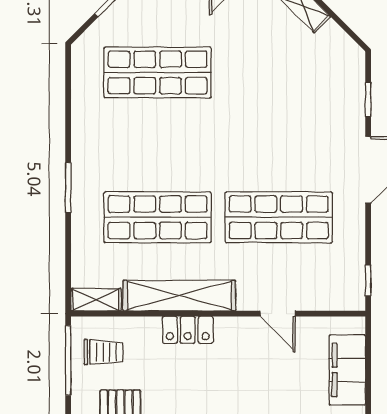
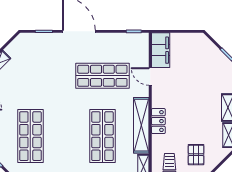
shop shelf: (279, 217) -> (102, 76), turned 90
door: (278, 314) -> (150, 76), swing flipped
filing cabinet: (347, 370) -> (161, 50), moved, turned -90

